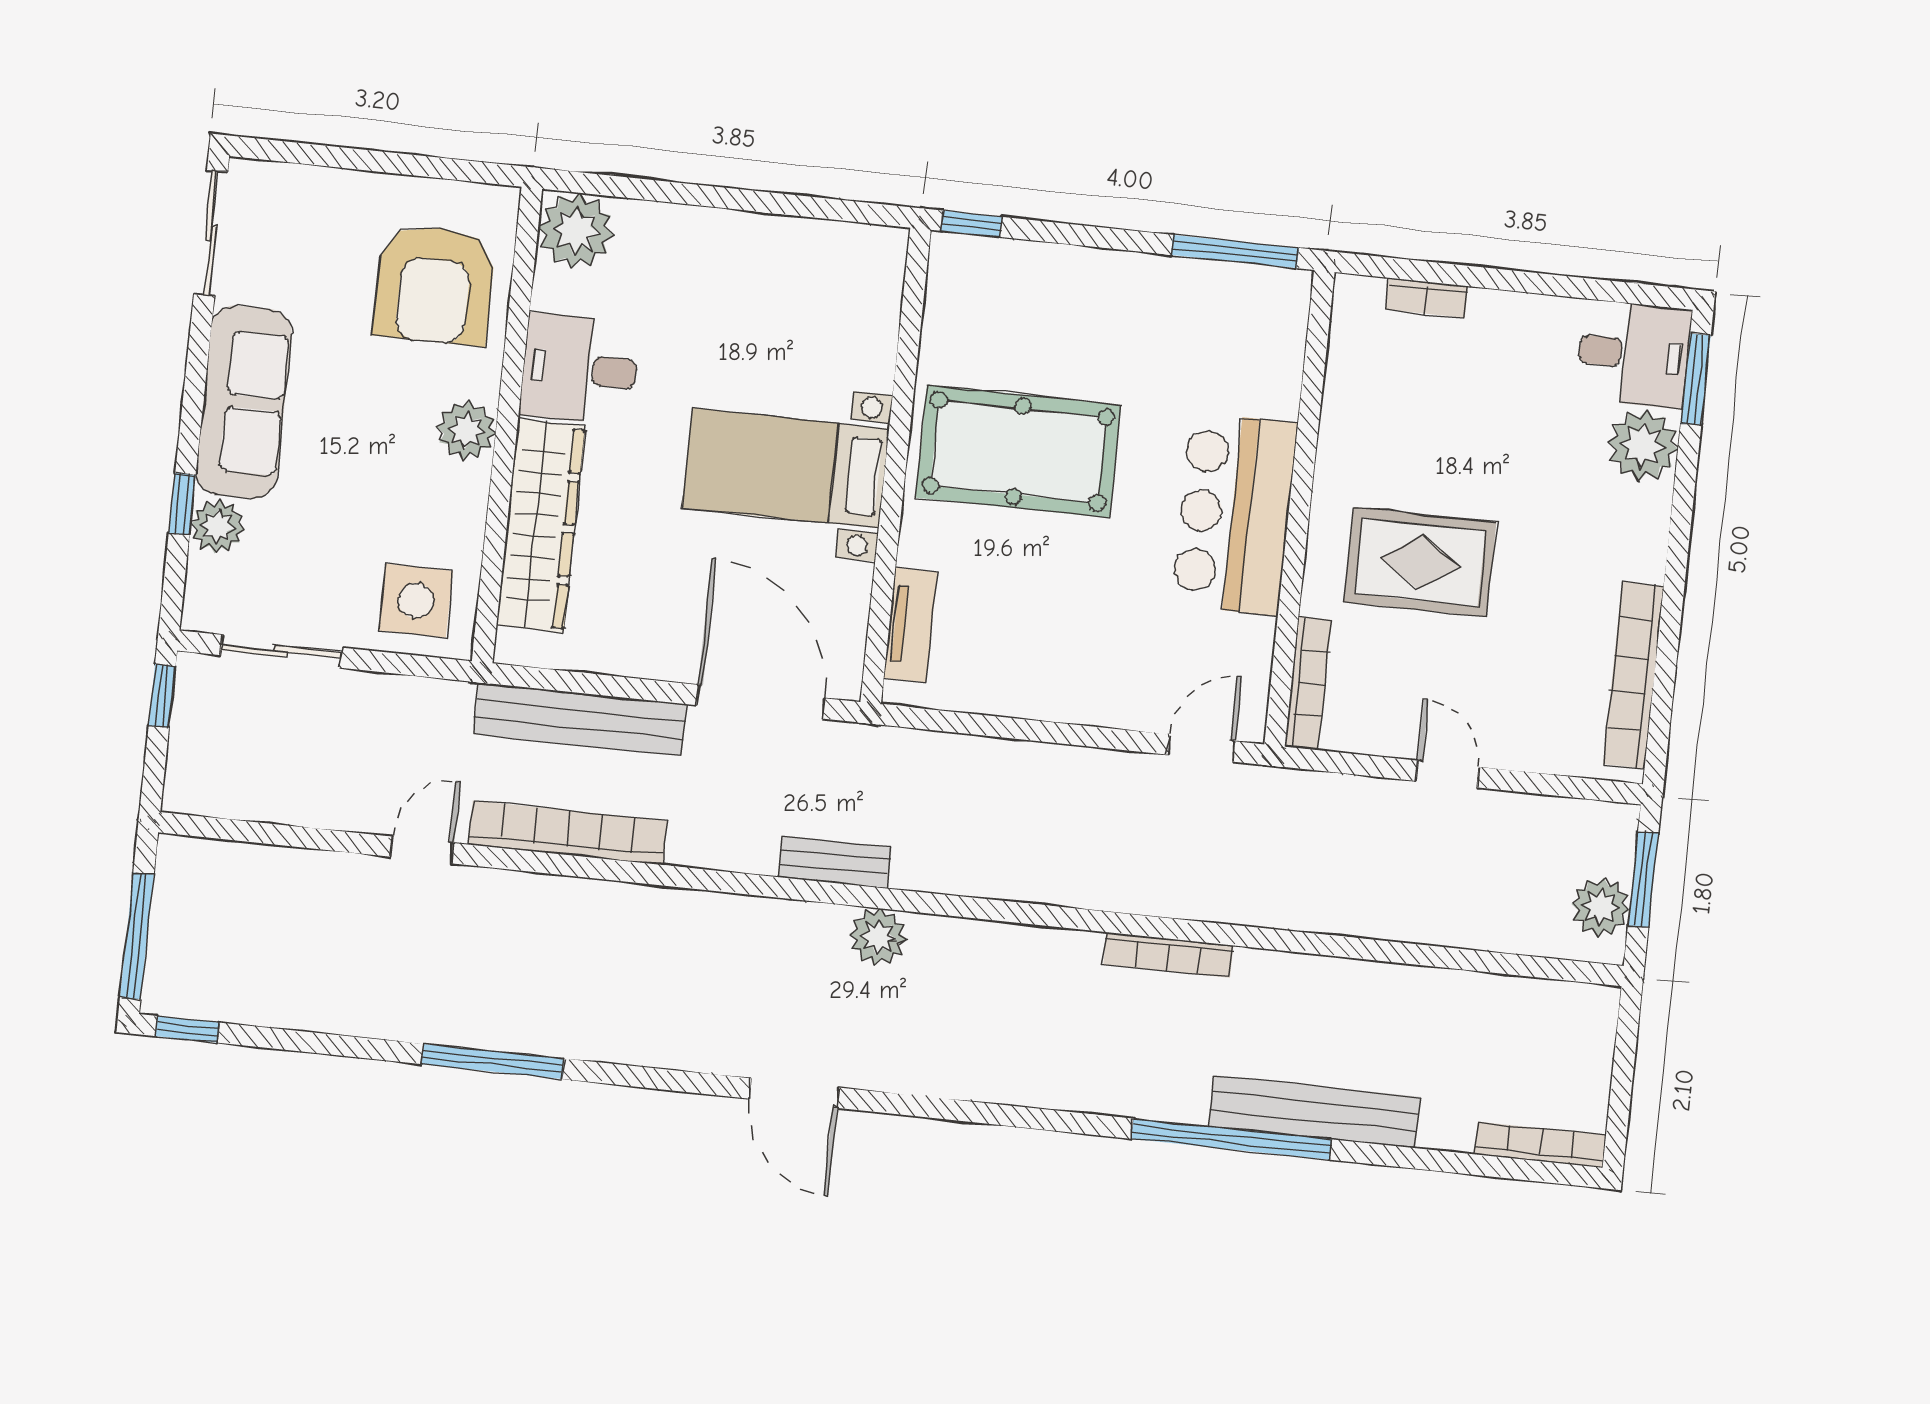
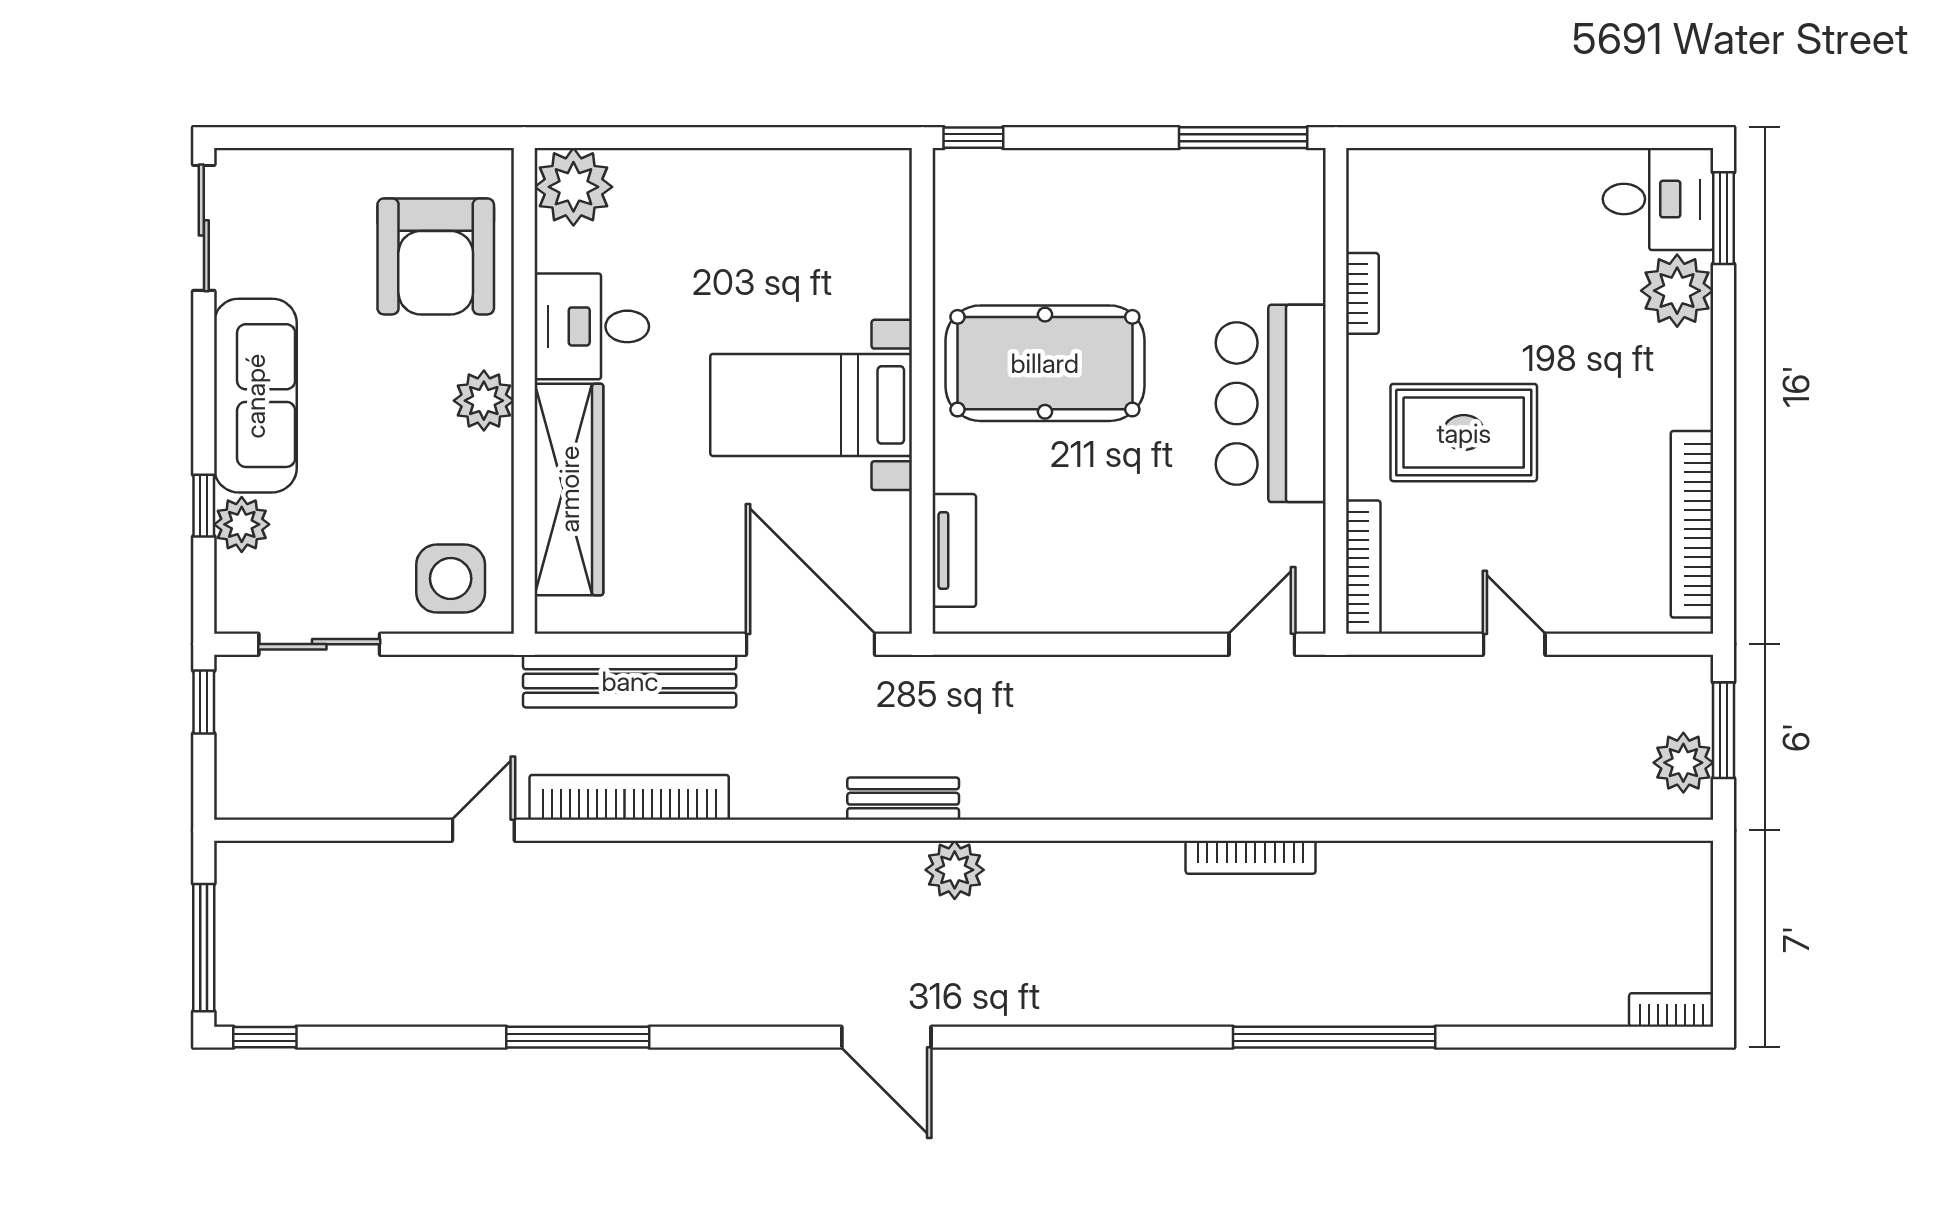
bookcase: (1427, 298) -> (1362, 293), moved, turned -90
bench: (1315, 1112) -> (1416, 1000), removed
bookcase: (1540, 1145) -> (1671, 1010), width x0.64

